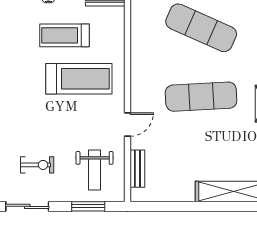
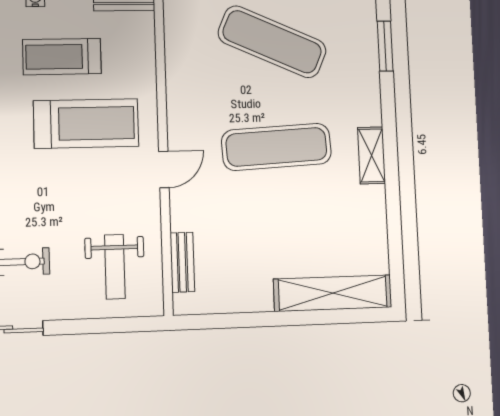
door: (128, 124) -> (164, 170), moved
window: (88, 206) -> (107, 325), removed

